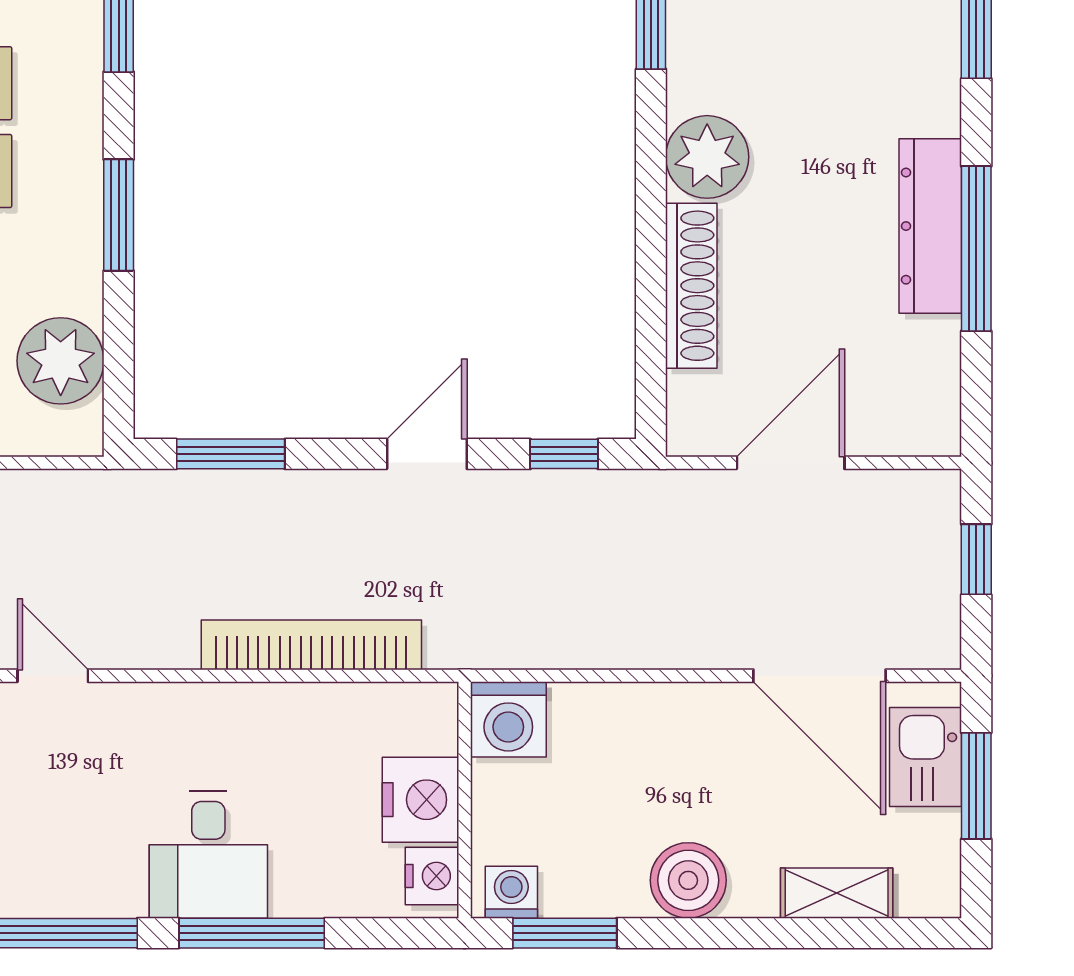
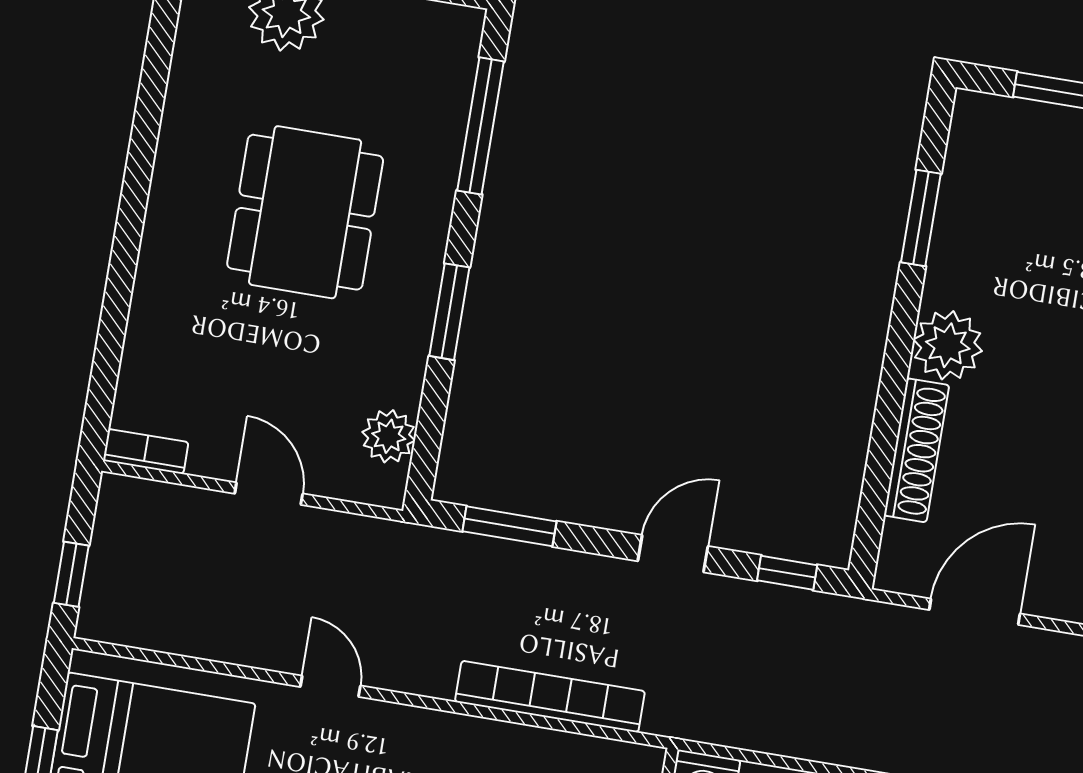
plant: (61, 361) -> (389, 436), width x0.73, depth x0.73

